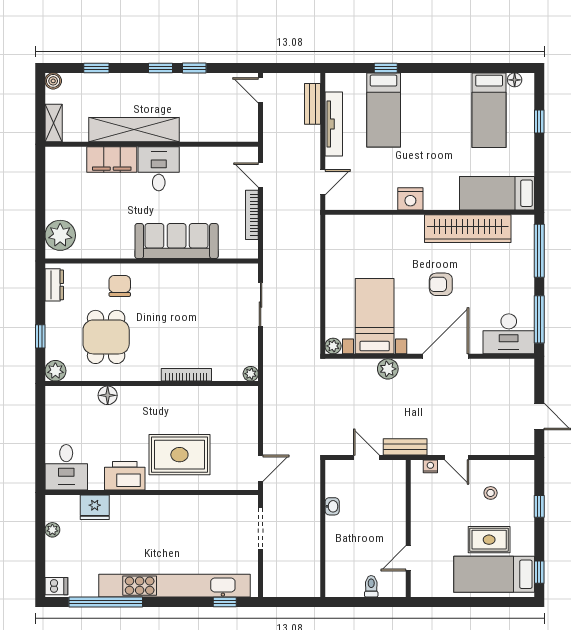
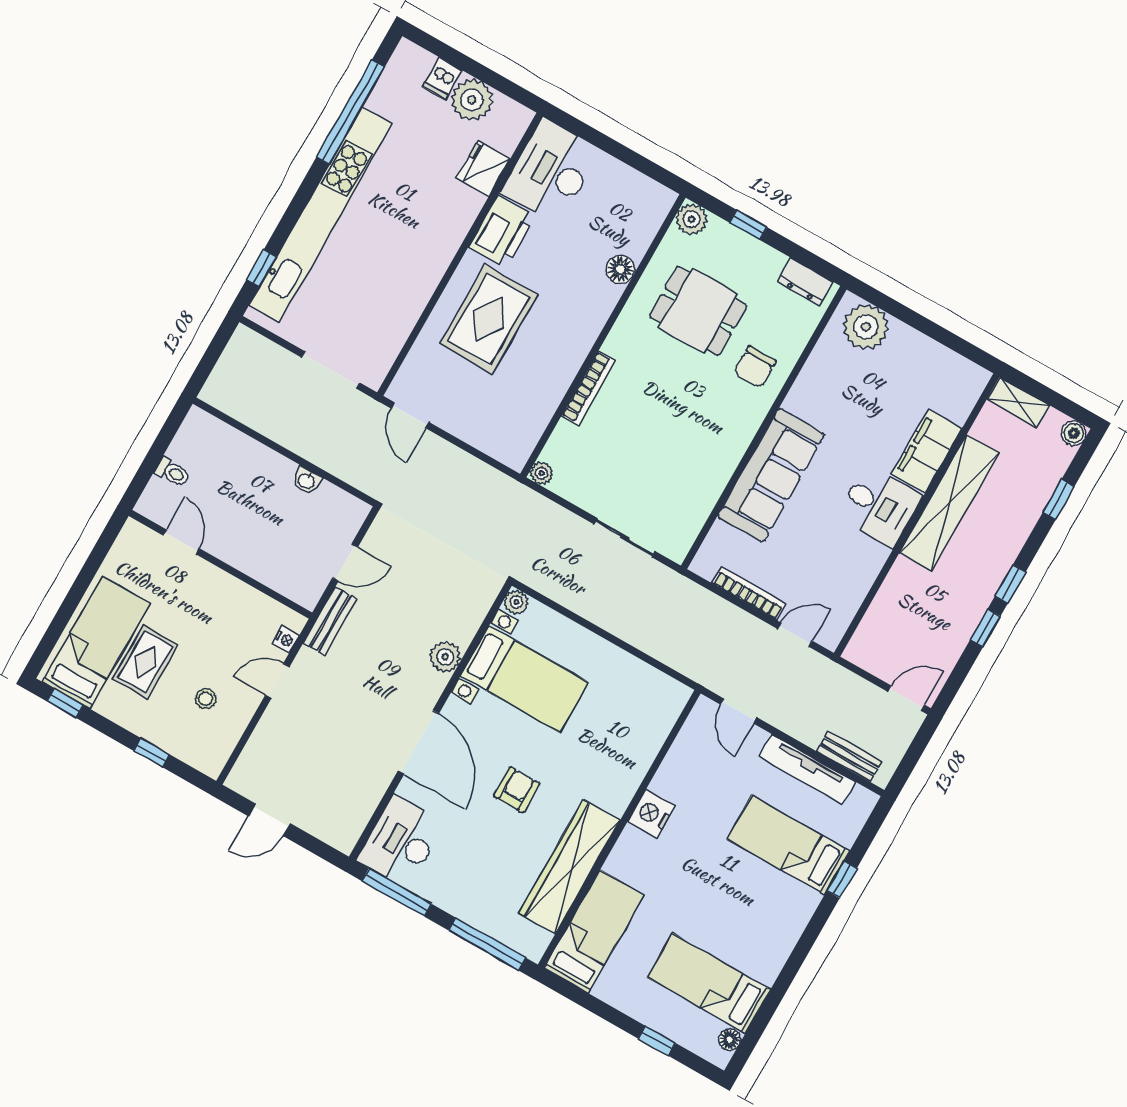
chair: (120, 286) -> (755, 367), turned 90
desk: (66, 467) -> (551, 171), width x1.37
plant: (52, 530) -> (472, 100), width x1.88, depth x1.88
dishwasher: (56, 586) -> (442, 78), moved

